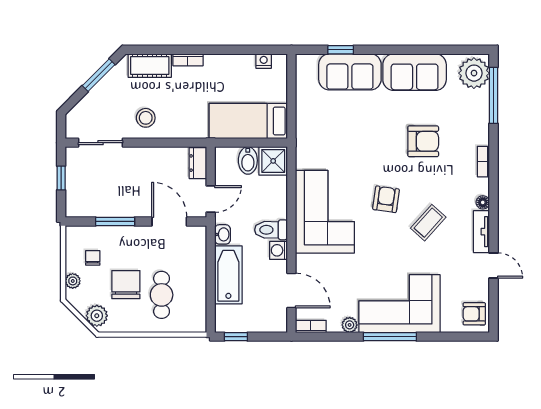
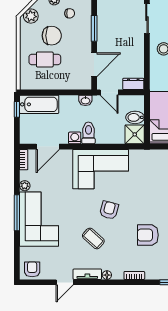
armchair: (423, 141) -> (148, 235), turned 90
armchair: (386, 199) -> (109, 210), turned -83
bathtub: (228, 275) -> (39, 104), moved

